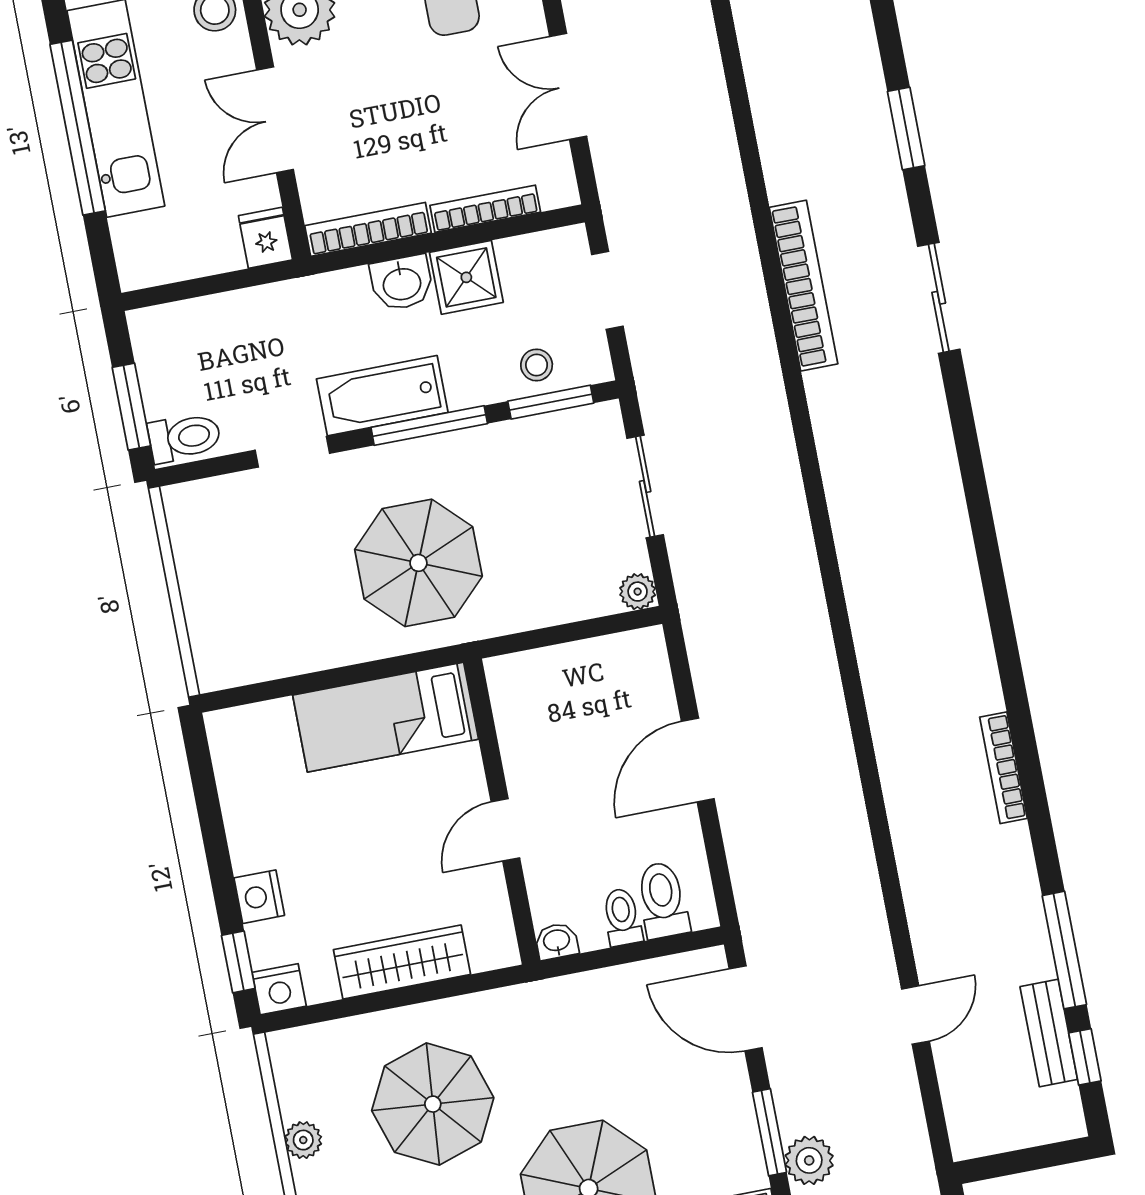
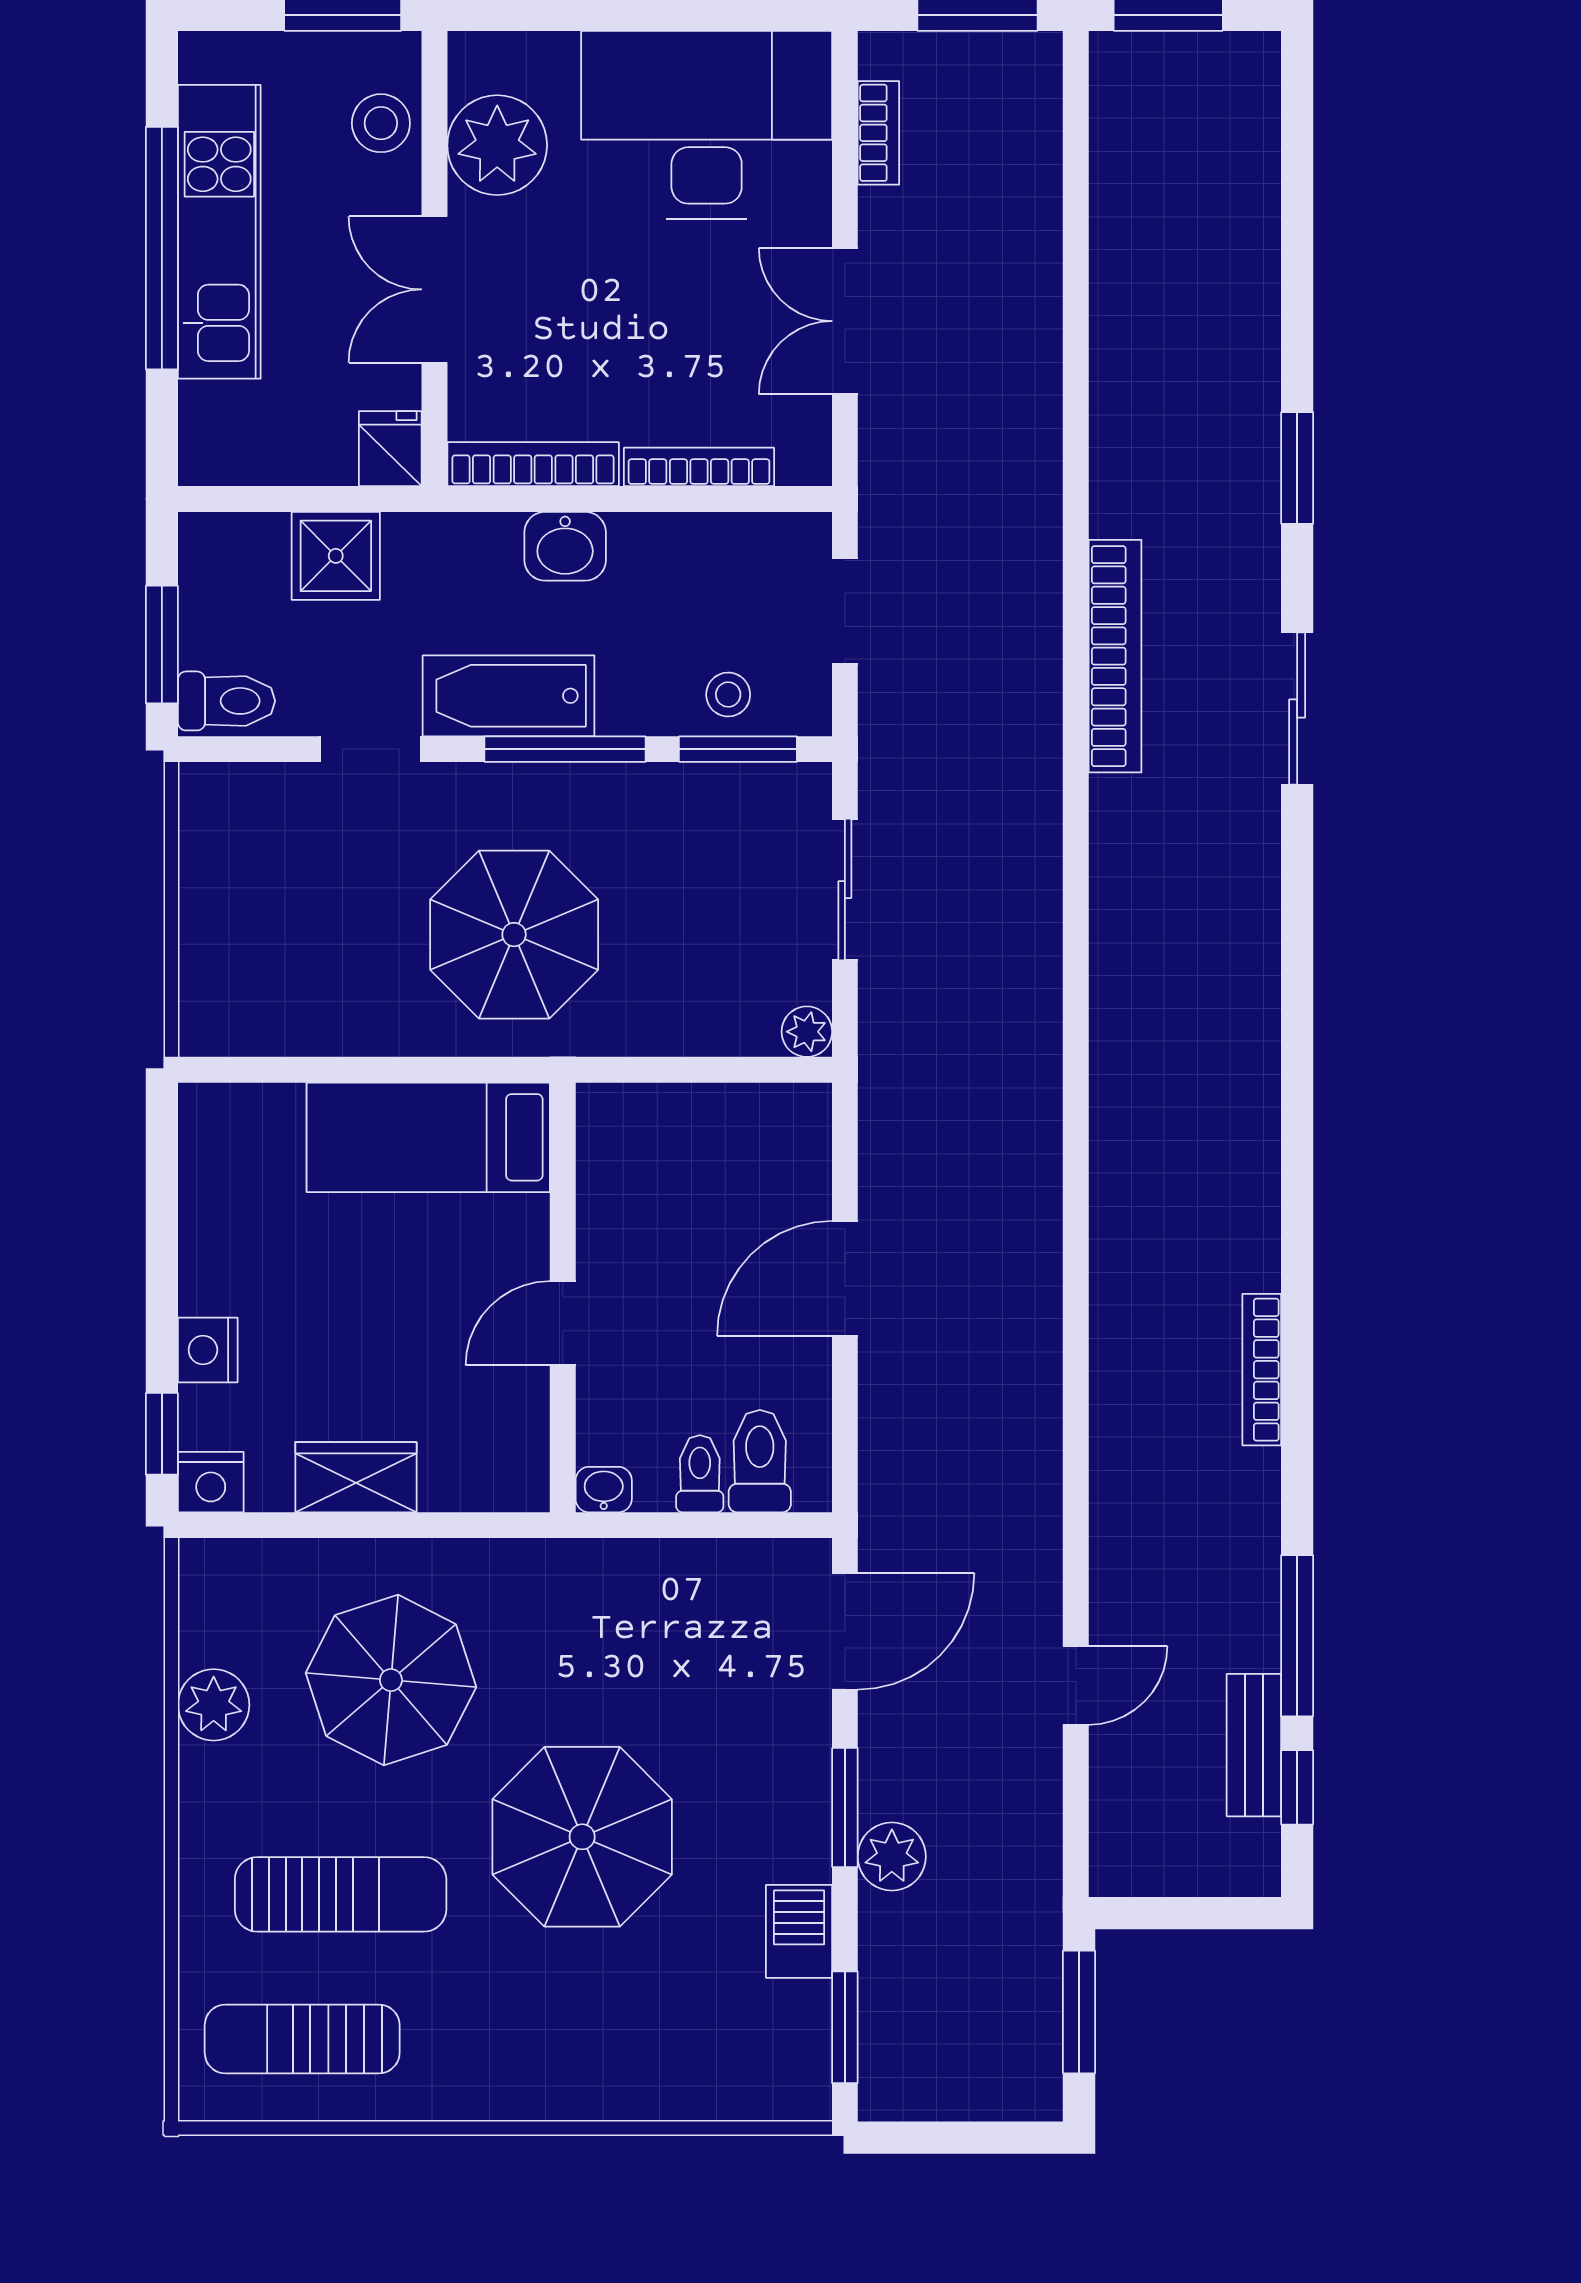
shower: (466, 277) -> (336, 556), moved
wardrobe: (402, 962) -> (356, 1477), width x0.67
door: (746, 1008) -> (845, 1631), swing flipped
plant: (303, 1140) -> (214, 1705), width x1.38, depth x1.38

